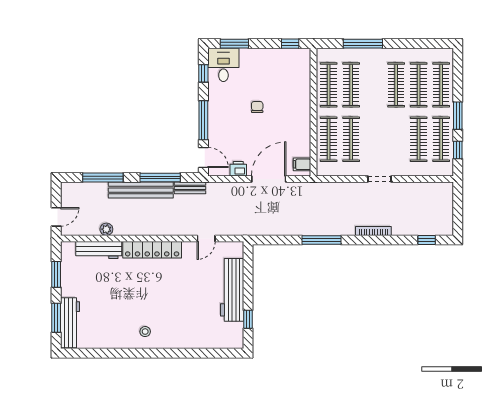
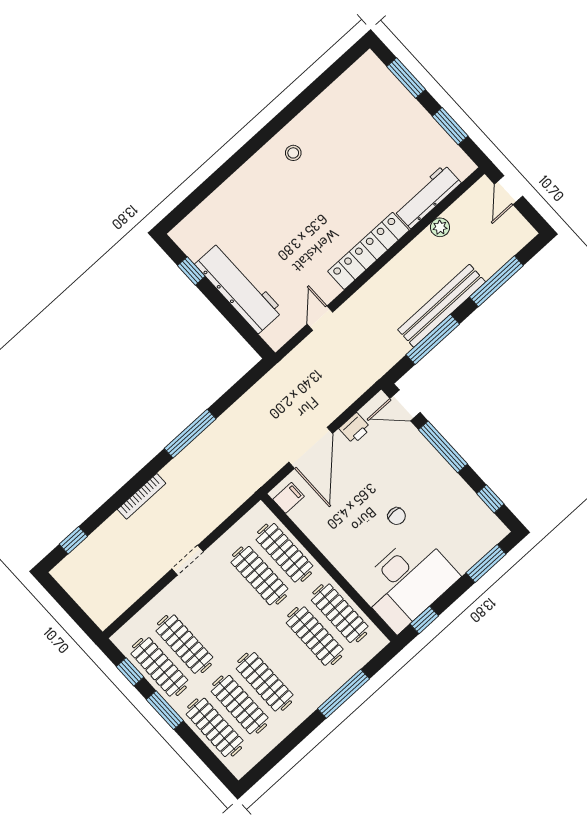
desk: (223, 65) -> (407, 582), moved, width x1.87, depth x1.30
bench: (190, 188) -> (389, 358), removed
workbench: (70, 323) -> (386, 86), removed

